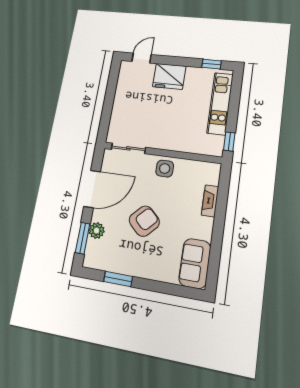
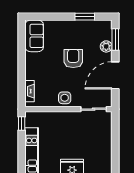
fireplace: (210, 201) -> (30, 91), moved
armchair: (144, 221) -> (73, 58), turned 136

